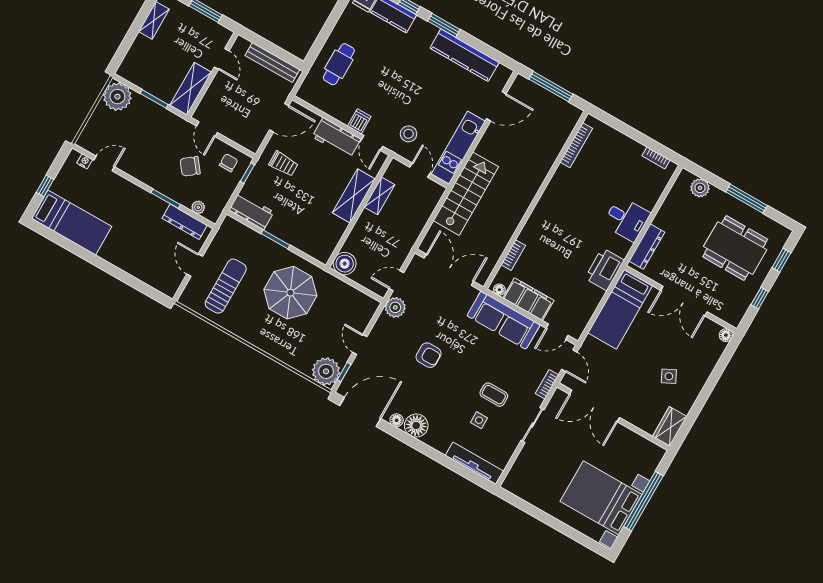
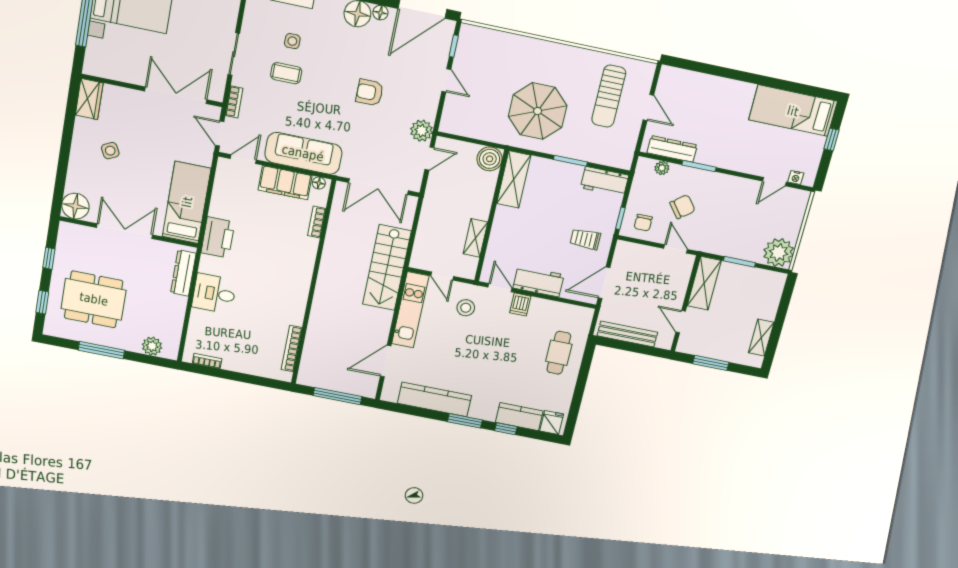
shelving: (354, 196) -> (514, 179), moved
floor lamp: (726, 335) -> (75, 206), width x1.89, depth x1.89
plant: (326, 371) -> (473, 41), removed

